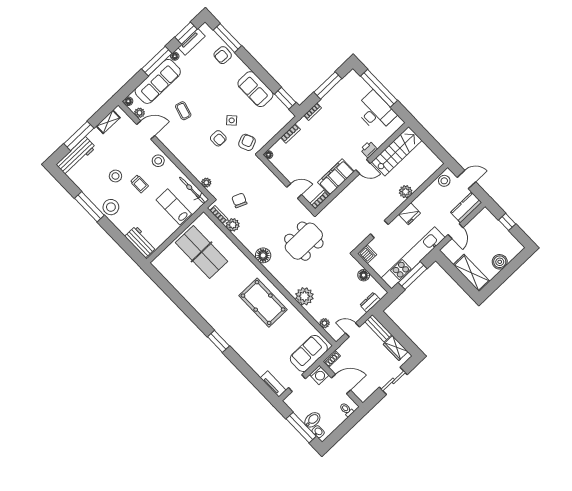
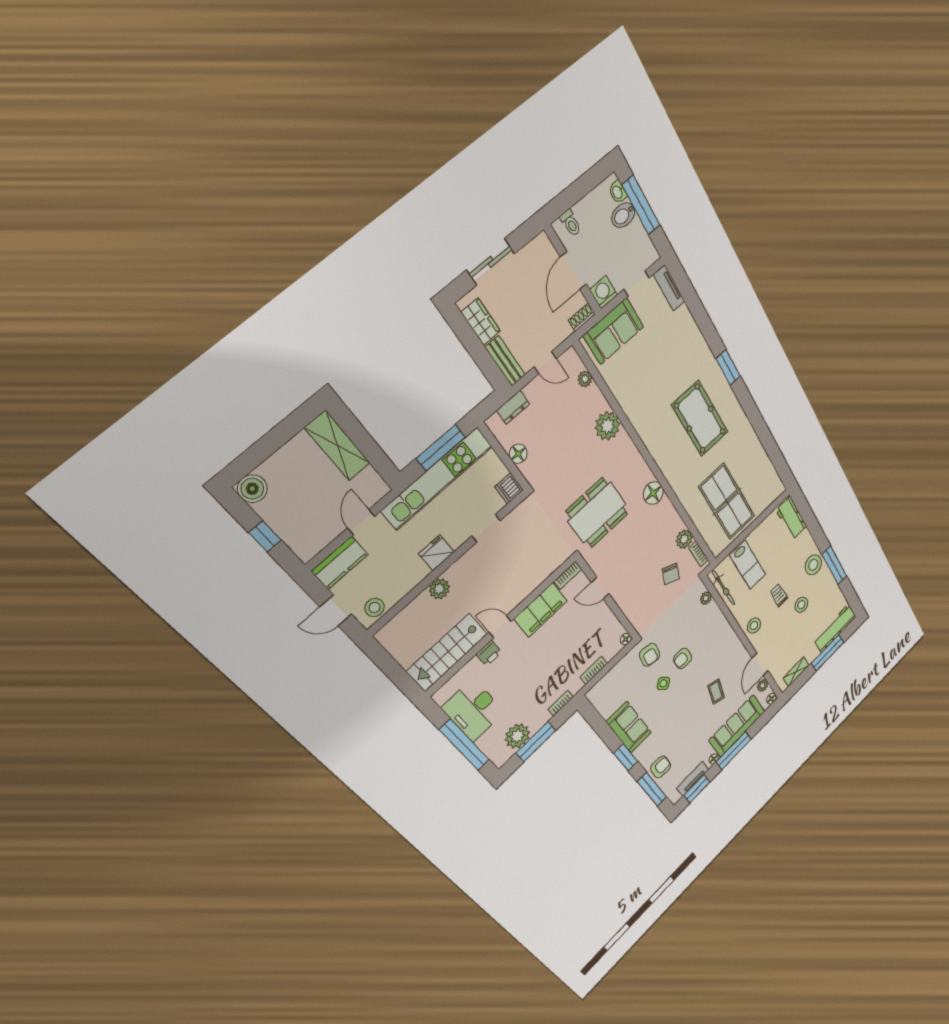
plant: (342, 91) -> (517, 736), added
window: (285, 98) -> (626, 757), moved
door: (146, 130) -> (760, 664), hinge flipped
armchair: (218, 138) -> (683, 658), turned -90
armchair: (247, 142) -> (650, 655), turned -58
boiler: (500, 262) -> (252, 489), moved
pool table: (263, 303) -> (700, 419), moved
door: (341, 384) -> (573, 271), hinge flipped

